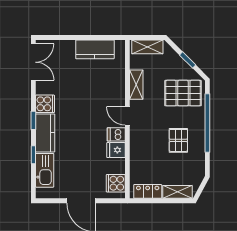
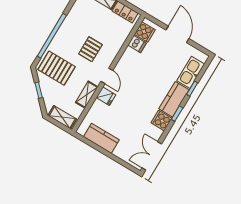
dishwasher: (116, 134) -> (137, 44), moved
pallet: (178, 140) -> (90, 49), moved
fridge: (116, 150) -> (106, 96), moved

